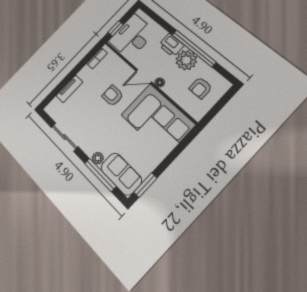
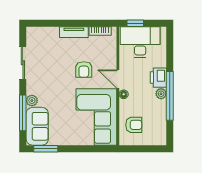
plant: (186, 60) -> (161, 94), width x0.53, depth x0.53
armchair: (201, 88) -> (134, 125), moved, turned 180
tv unit: (69, 89) -> (74, 32), moved
armchair: (113, 96) -> (84, 69), turned 180

